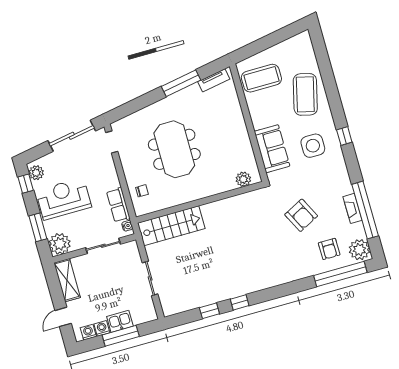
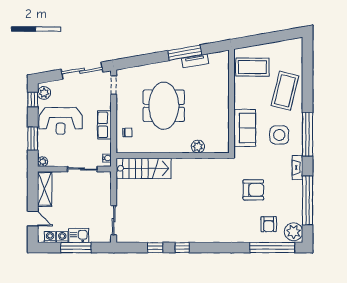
tv unit: (214, 80) -> (195, 61), moved
window: (344, 136) -> (308, 134), width x3.17
plant: (243, 179) -> (198, 147), moved
reception desk: (64, 199) -> (61, 121), turned 180
row of seats: (118, 205) -> (104, 125), moved
fireplace: (353, 208) -> (297, 168), moved
armchair: (301, 215) -> (253, 190), turned -63
plant: (60, 244) -> (43, 162), width x0.53, depth x0.53
sliding door: (150, 278) -> (114, 220), moved
door: (63, 317) -> (33, 219), swing flipped

